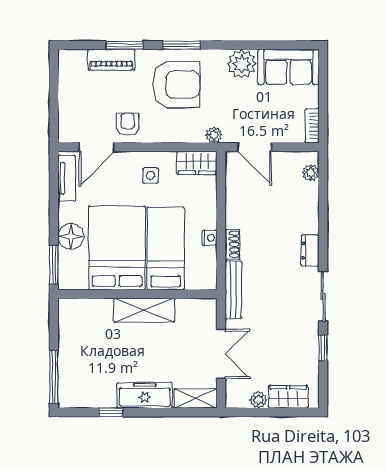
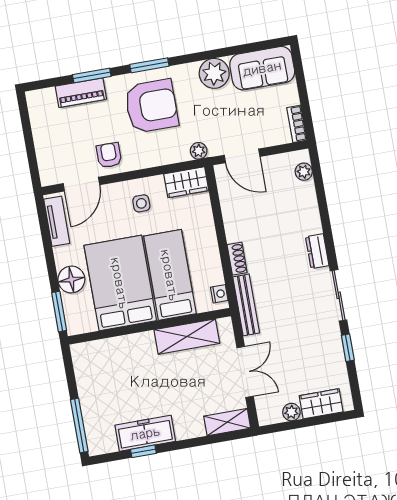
nightstand: (210, 238) -> (219, 294), moved
shelving: (144, 310) -> (187, 337), moved
freezer: (145, 395) -> (145, 433), moved

